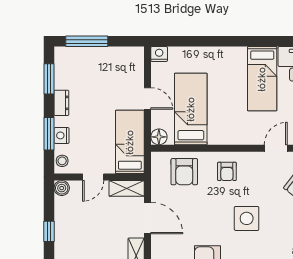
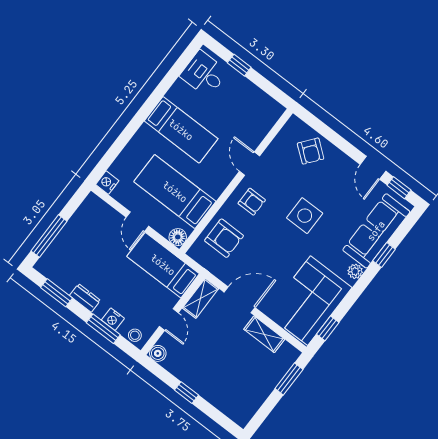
bed: (262, 79) -> (181, 130), moved
door: (148, 98) -> (137, 222), swing flipped
door: (276, 148) -> (249, 164), moved

